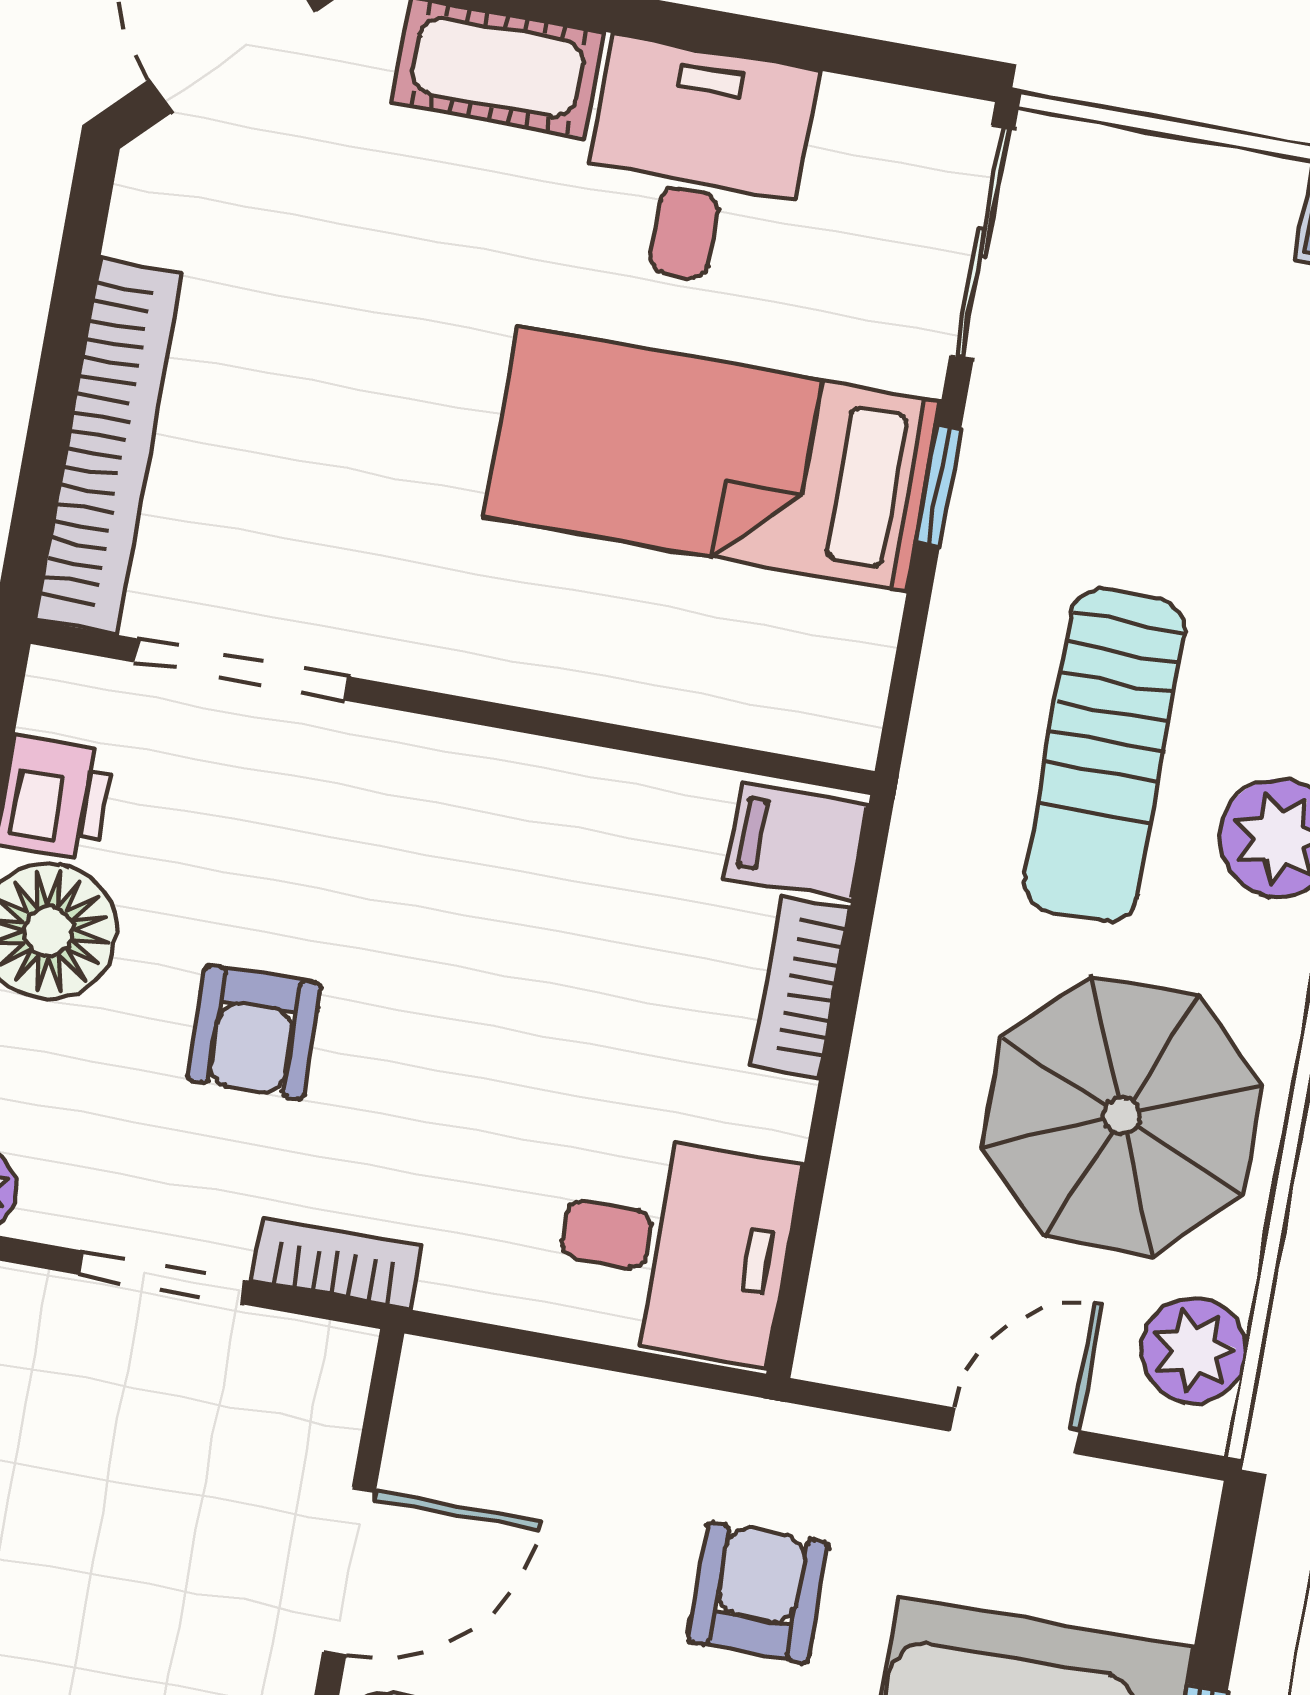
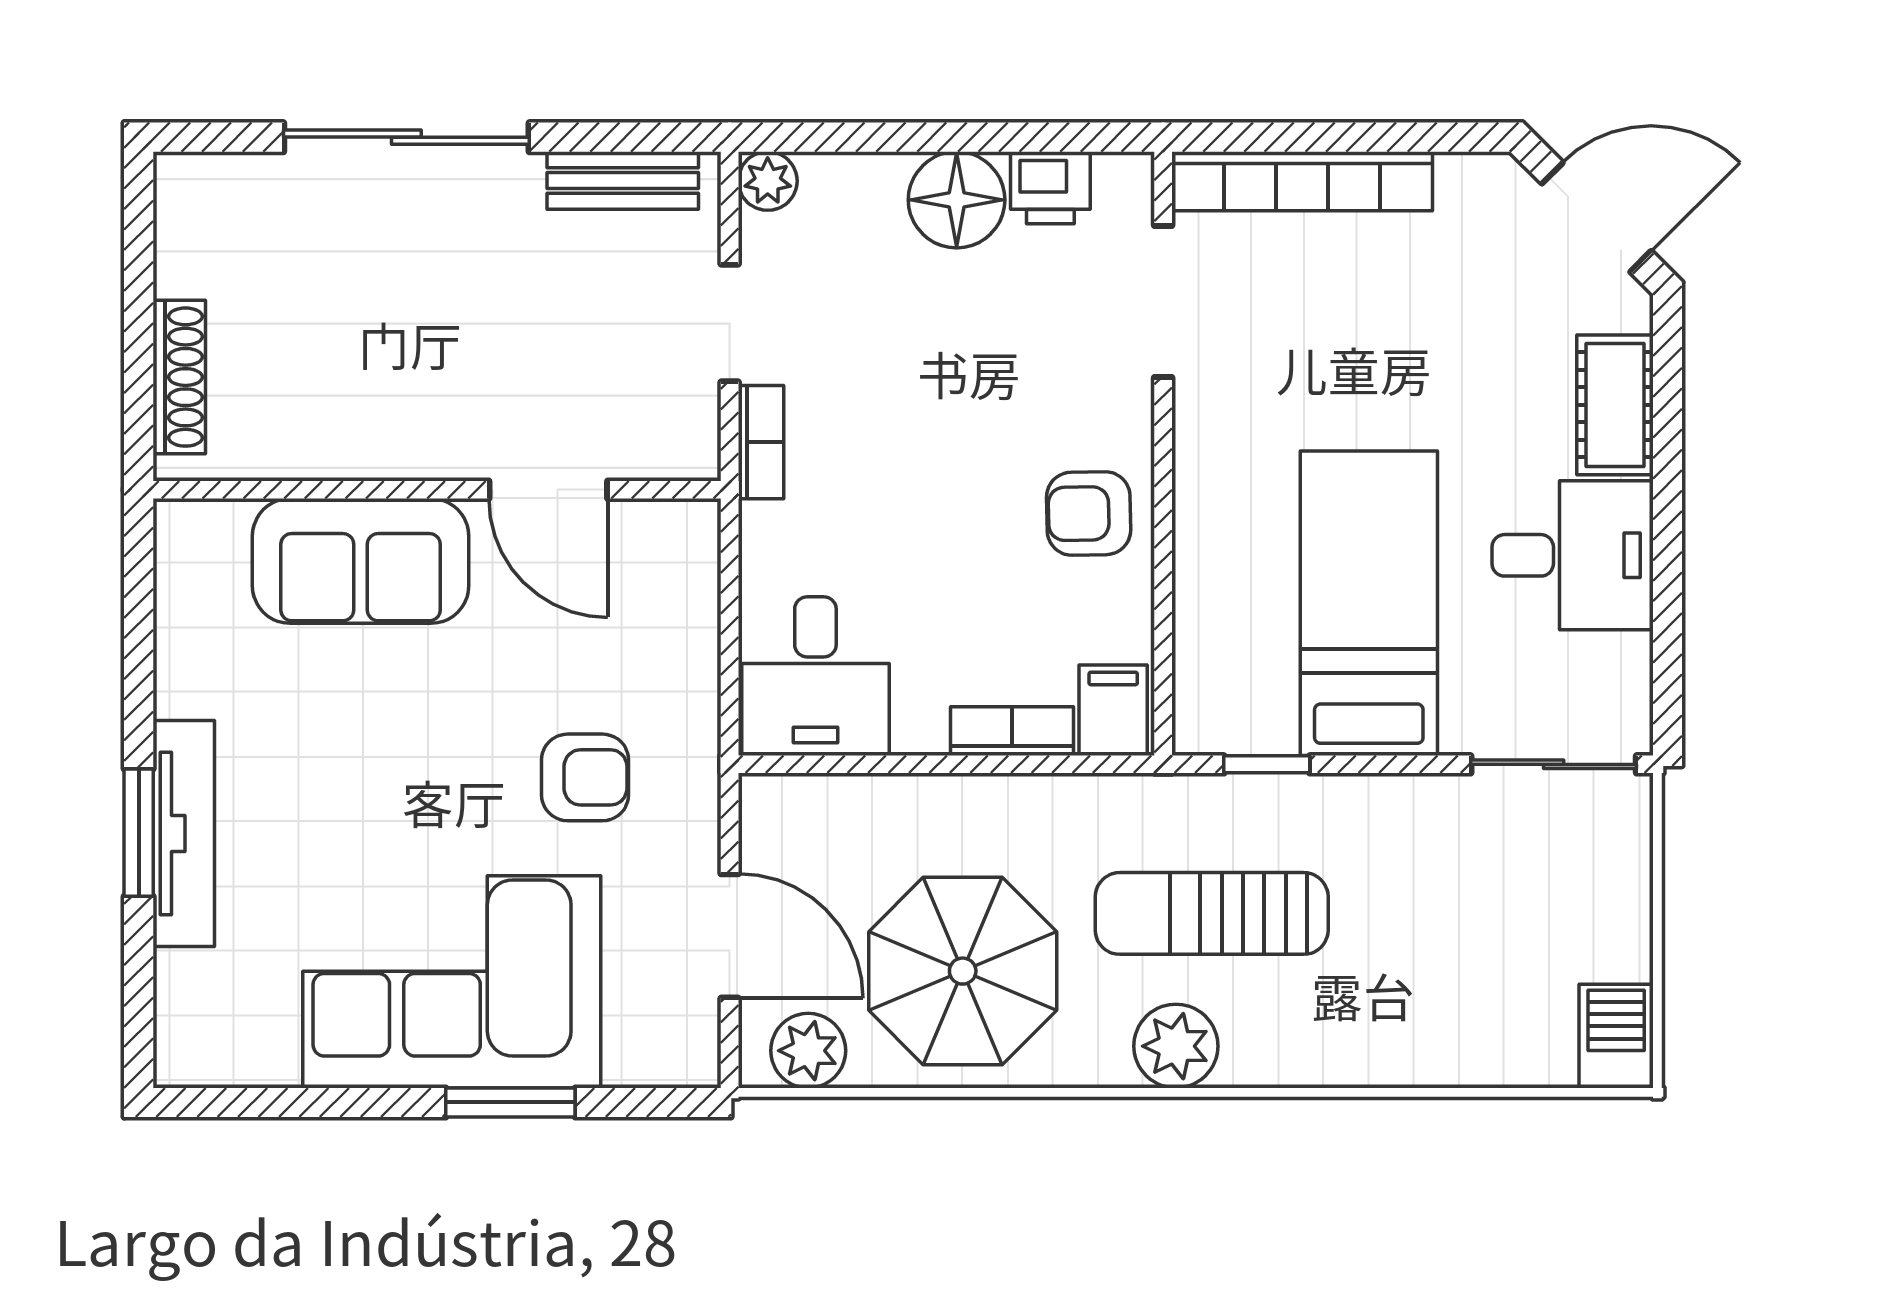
window: (938, 486) -> (1267, 764), moved
armchair: (254, 1032) -> (1089, 513), moved
door: (1015, 1431) -> (730, 936), width x1.38

